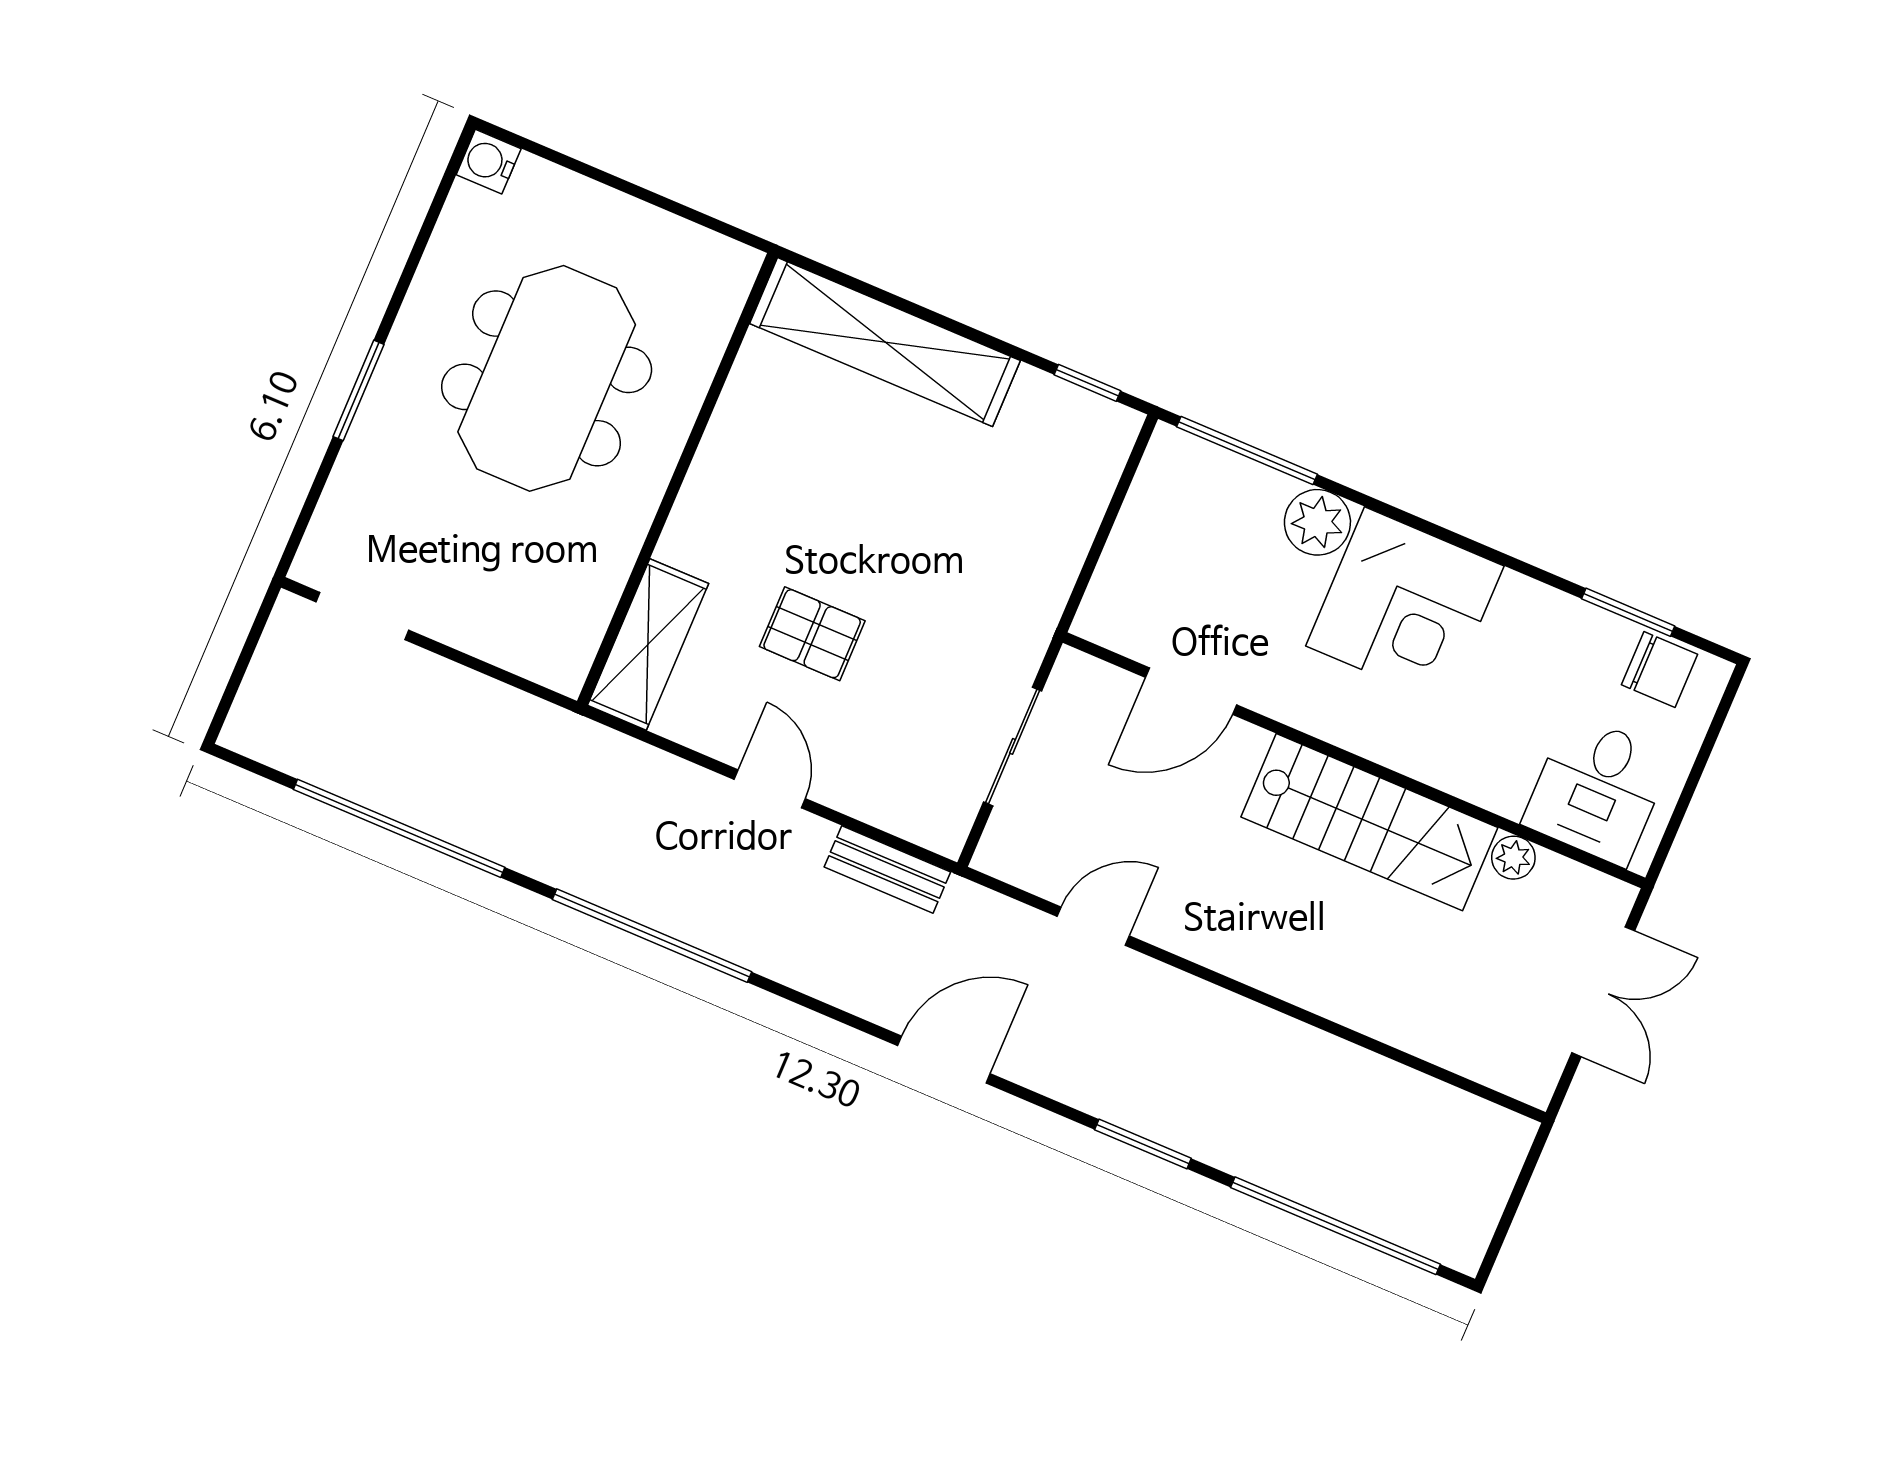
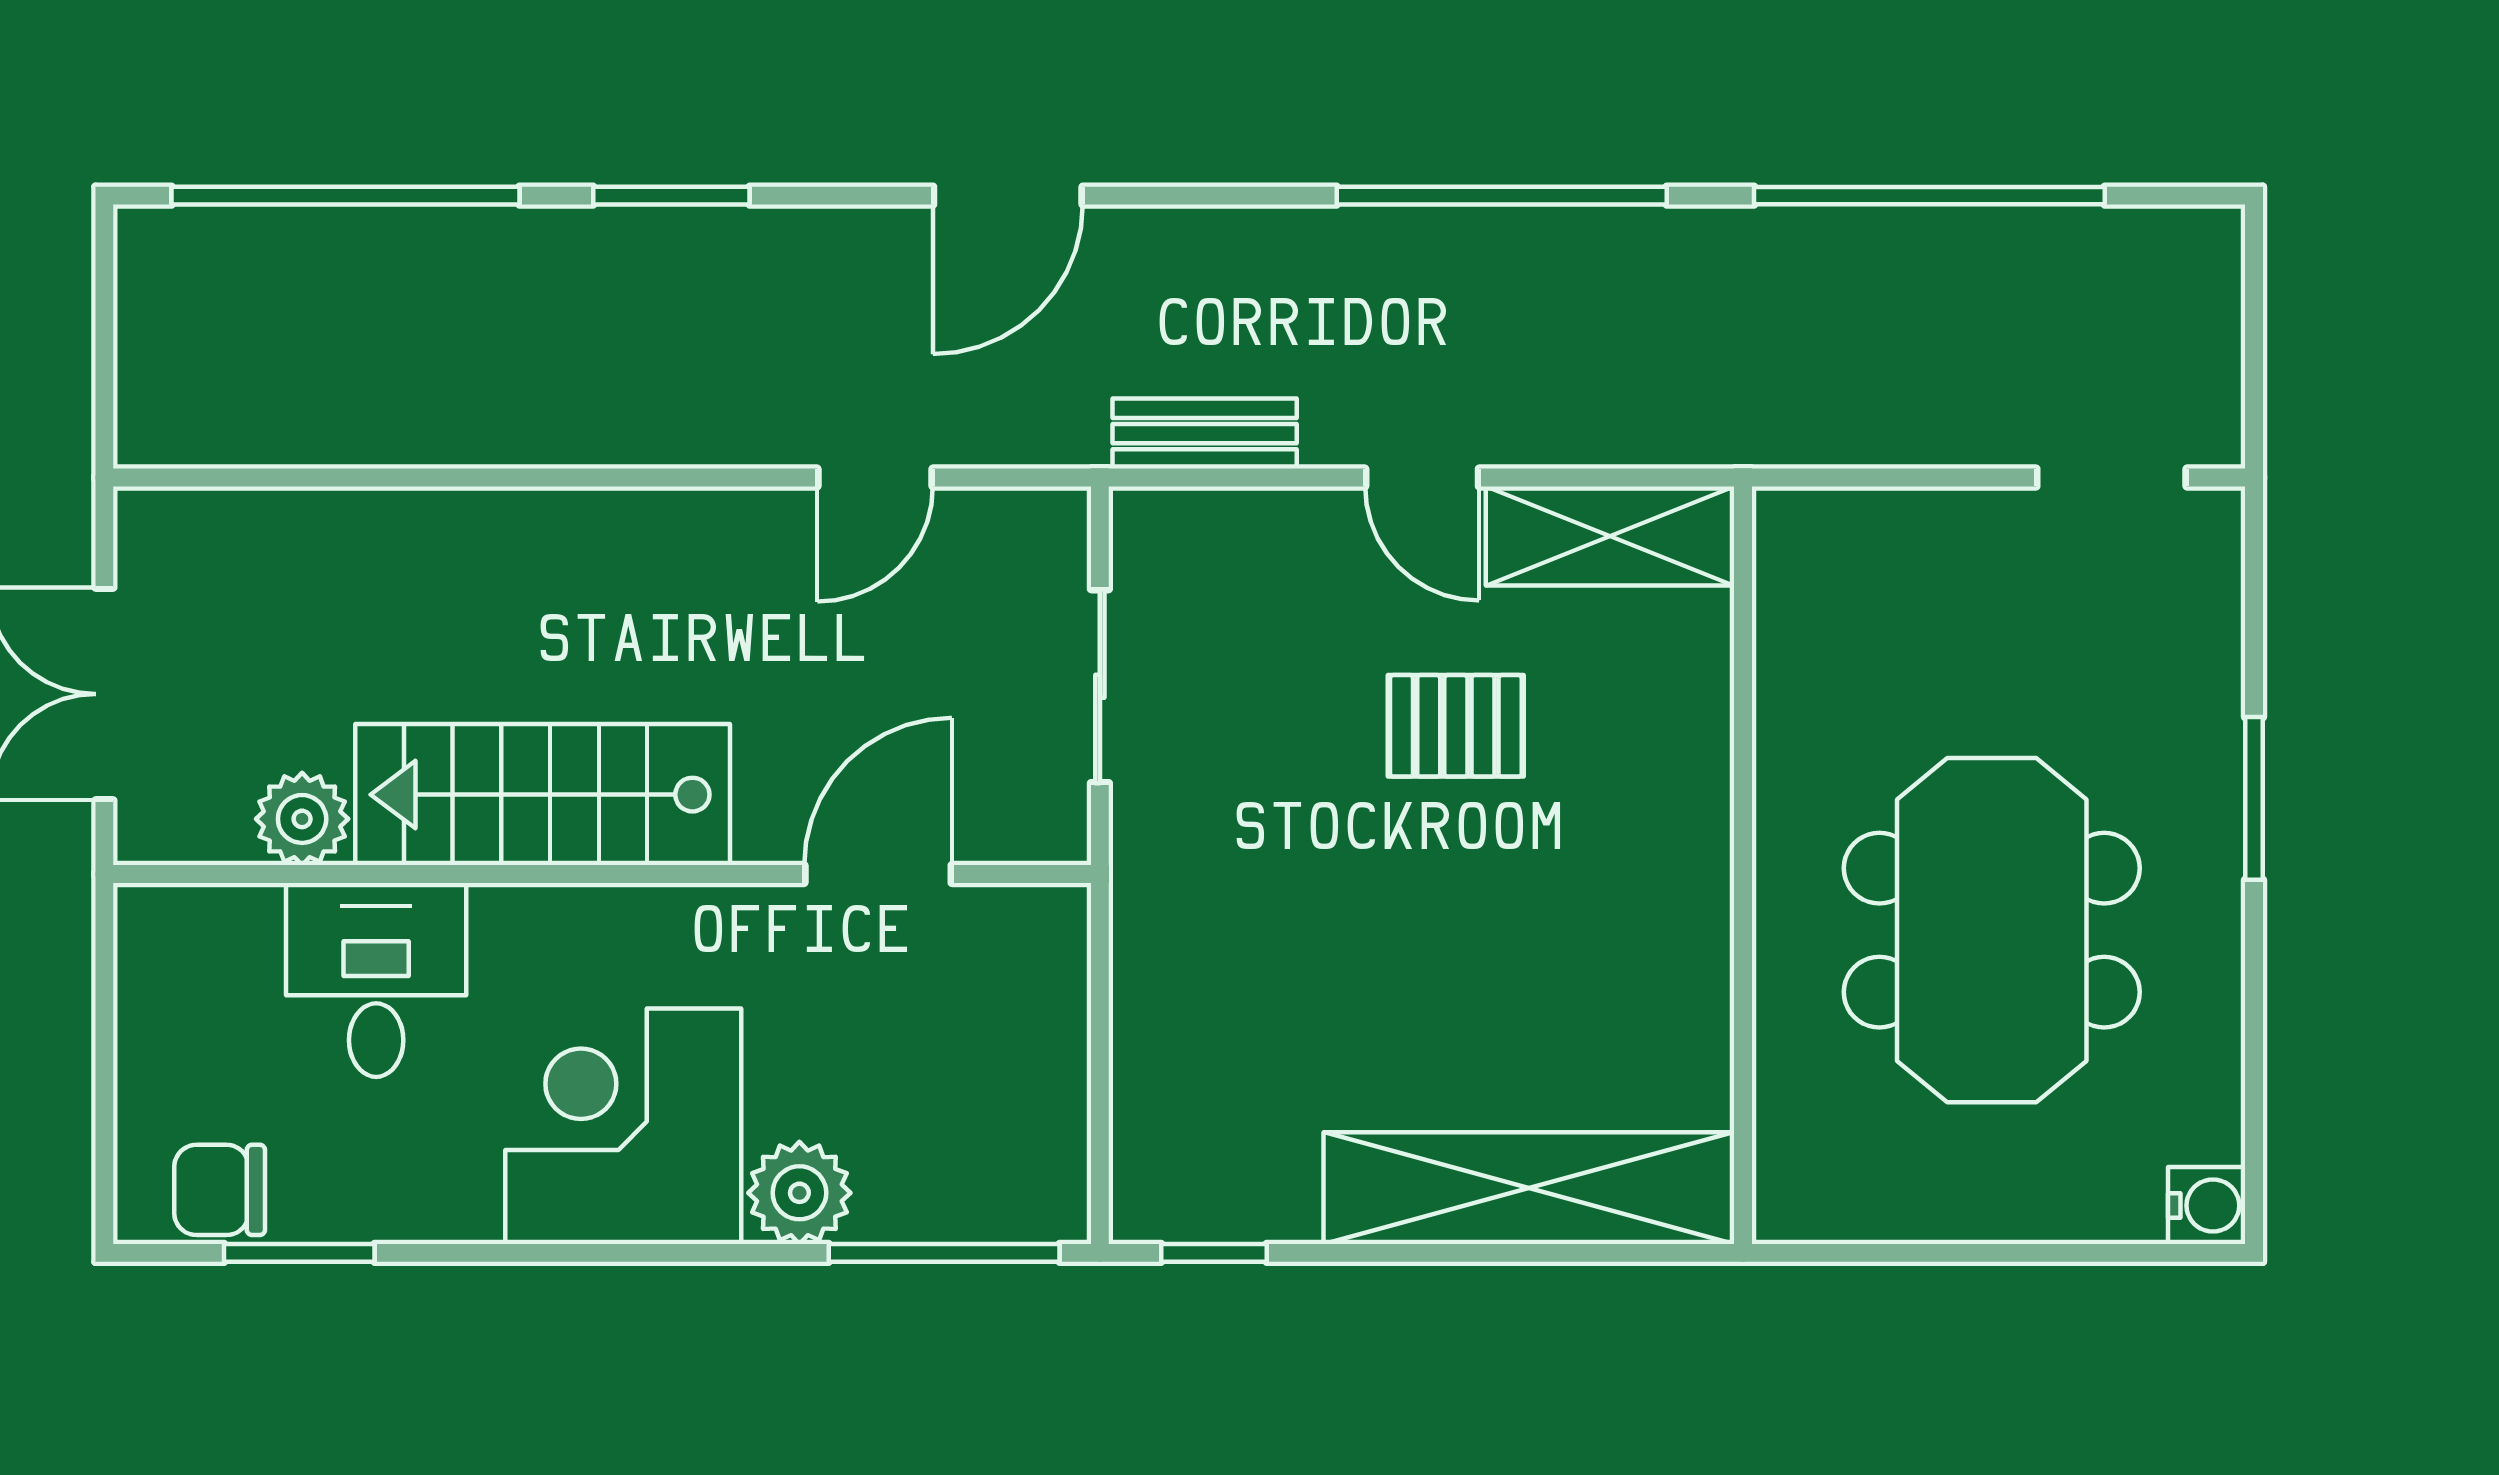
shelving: (648, 644) -> (1610, 536), moved, turned 90
desk: (1597, 790) -> (376, 980), moved
plant: (1513, 858) -> (302, 819), width x1.38, depth x1.38

